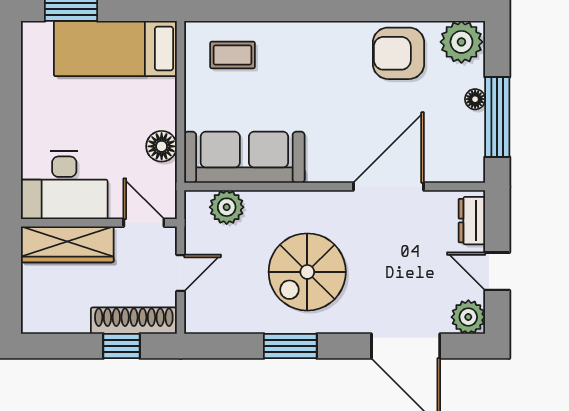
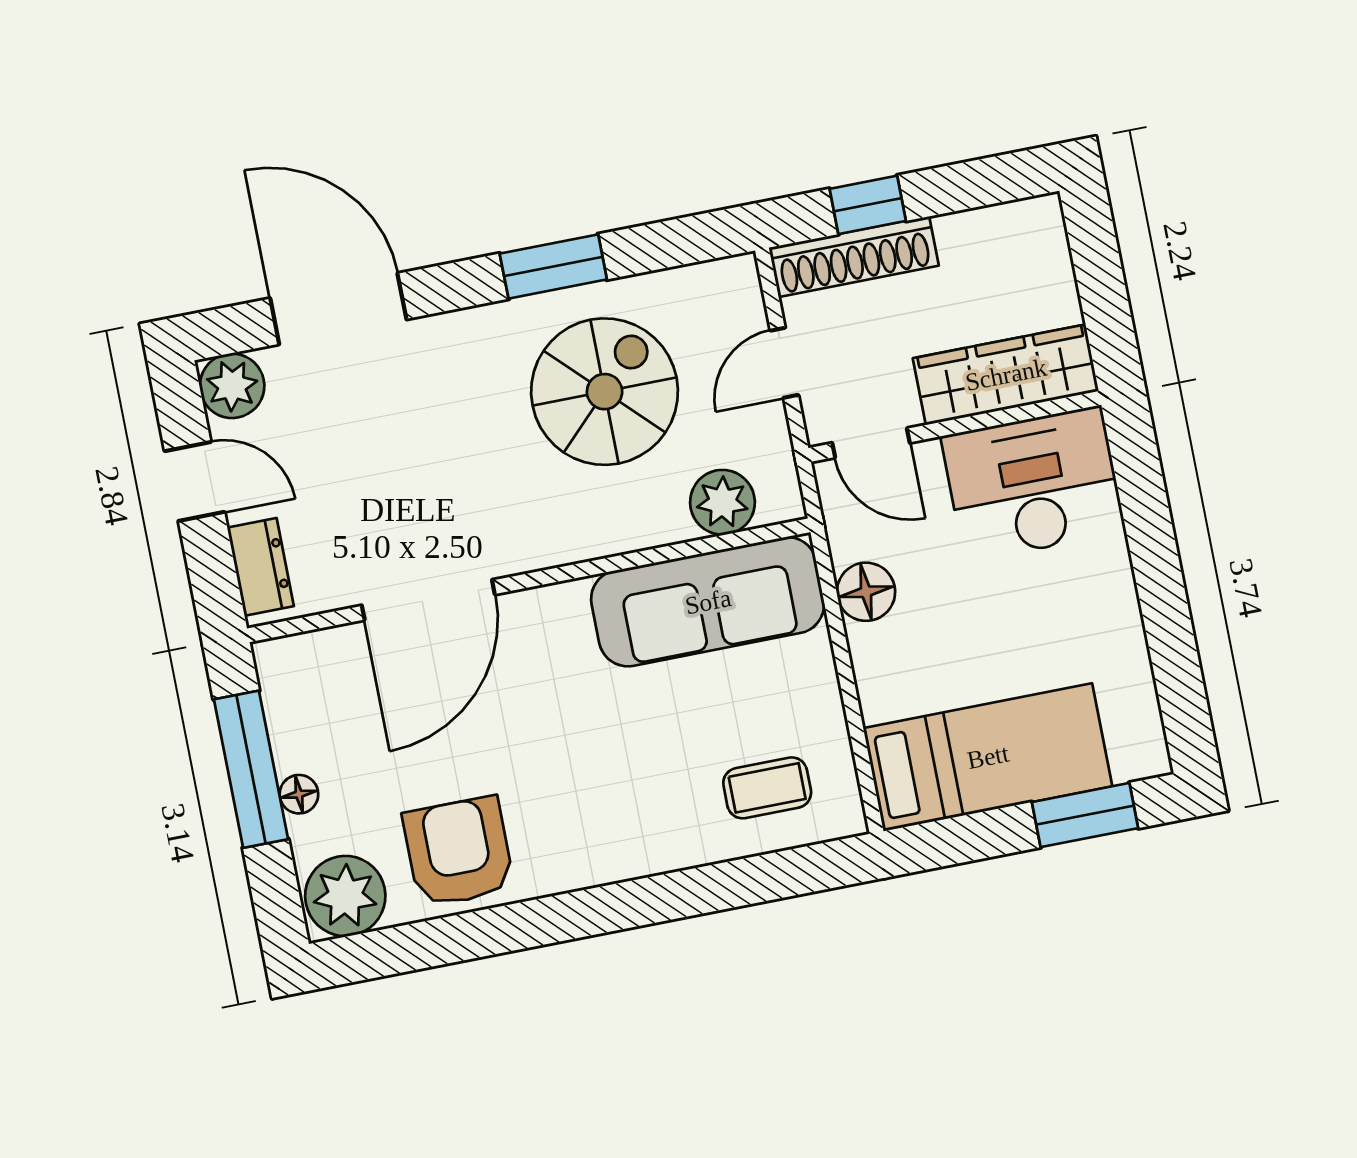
armchair: (398, 53) -> (458, 852), turned -90
spiral stairs: (307, 272) -> (605, 392), moved

